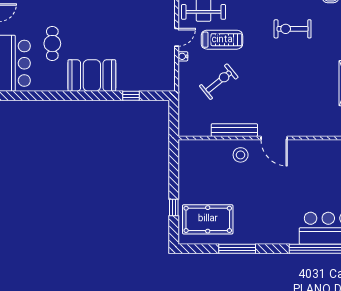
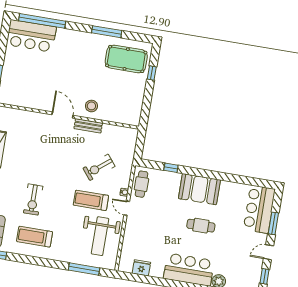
exercise bike: (293, 29) -> (33, 200), turned 90
door: (177, 37) -> (127, 208), hinge flipped
cafe table: (52, 44) -> (201, 226), moved, turned 90
cafe table: (164, 70) -> (141, 184), added
bench: (234, 130) -> (88, 126), width x0.73

